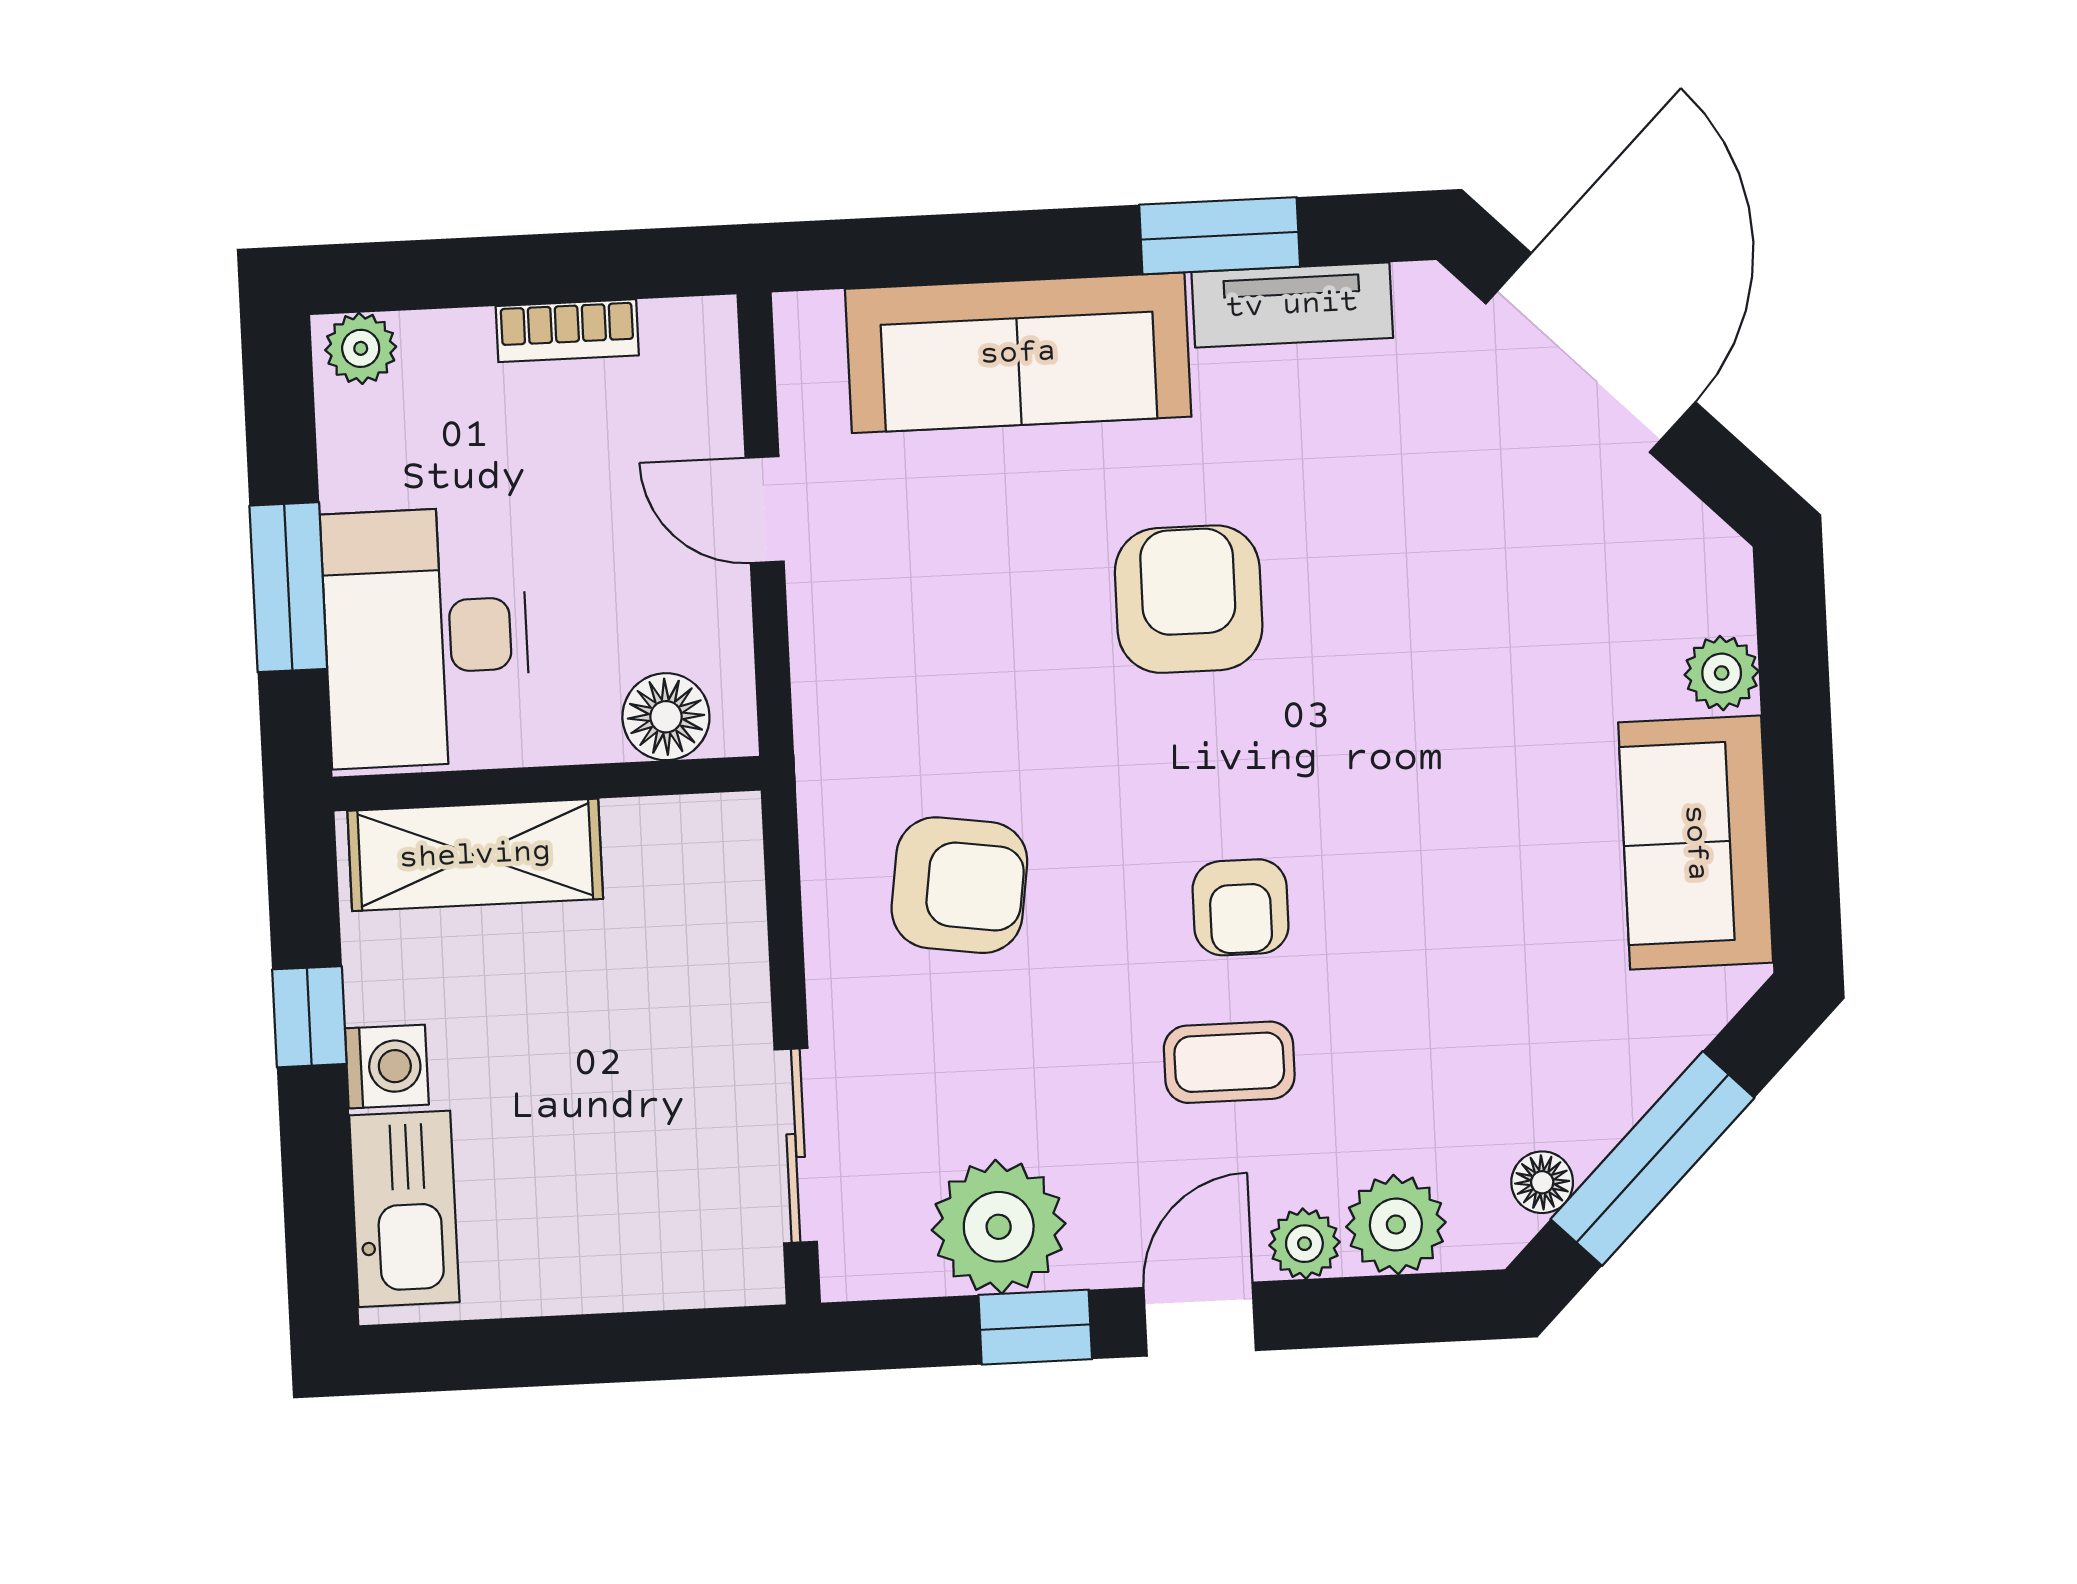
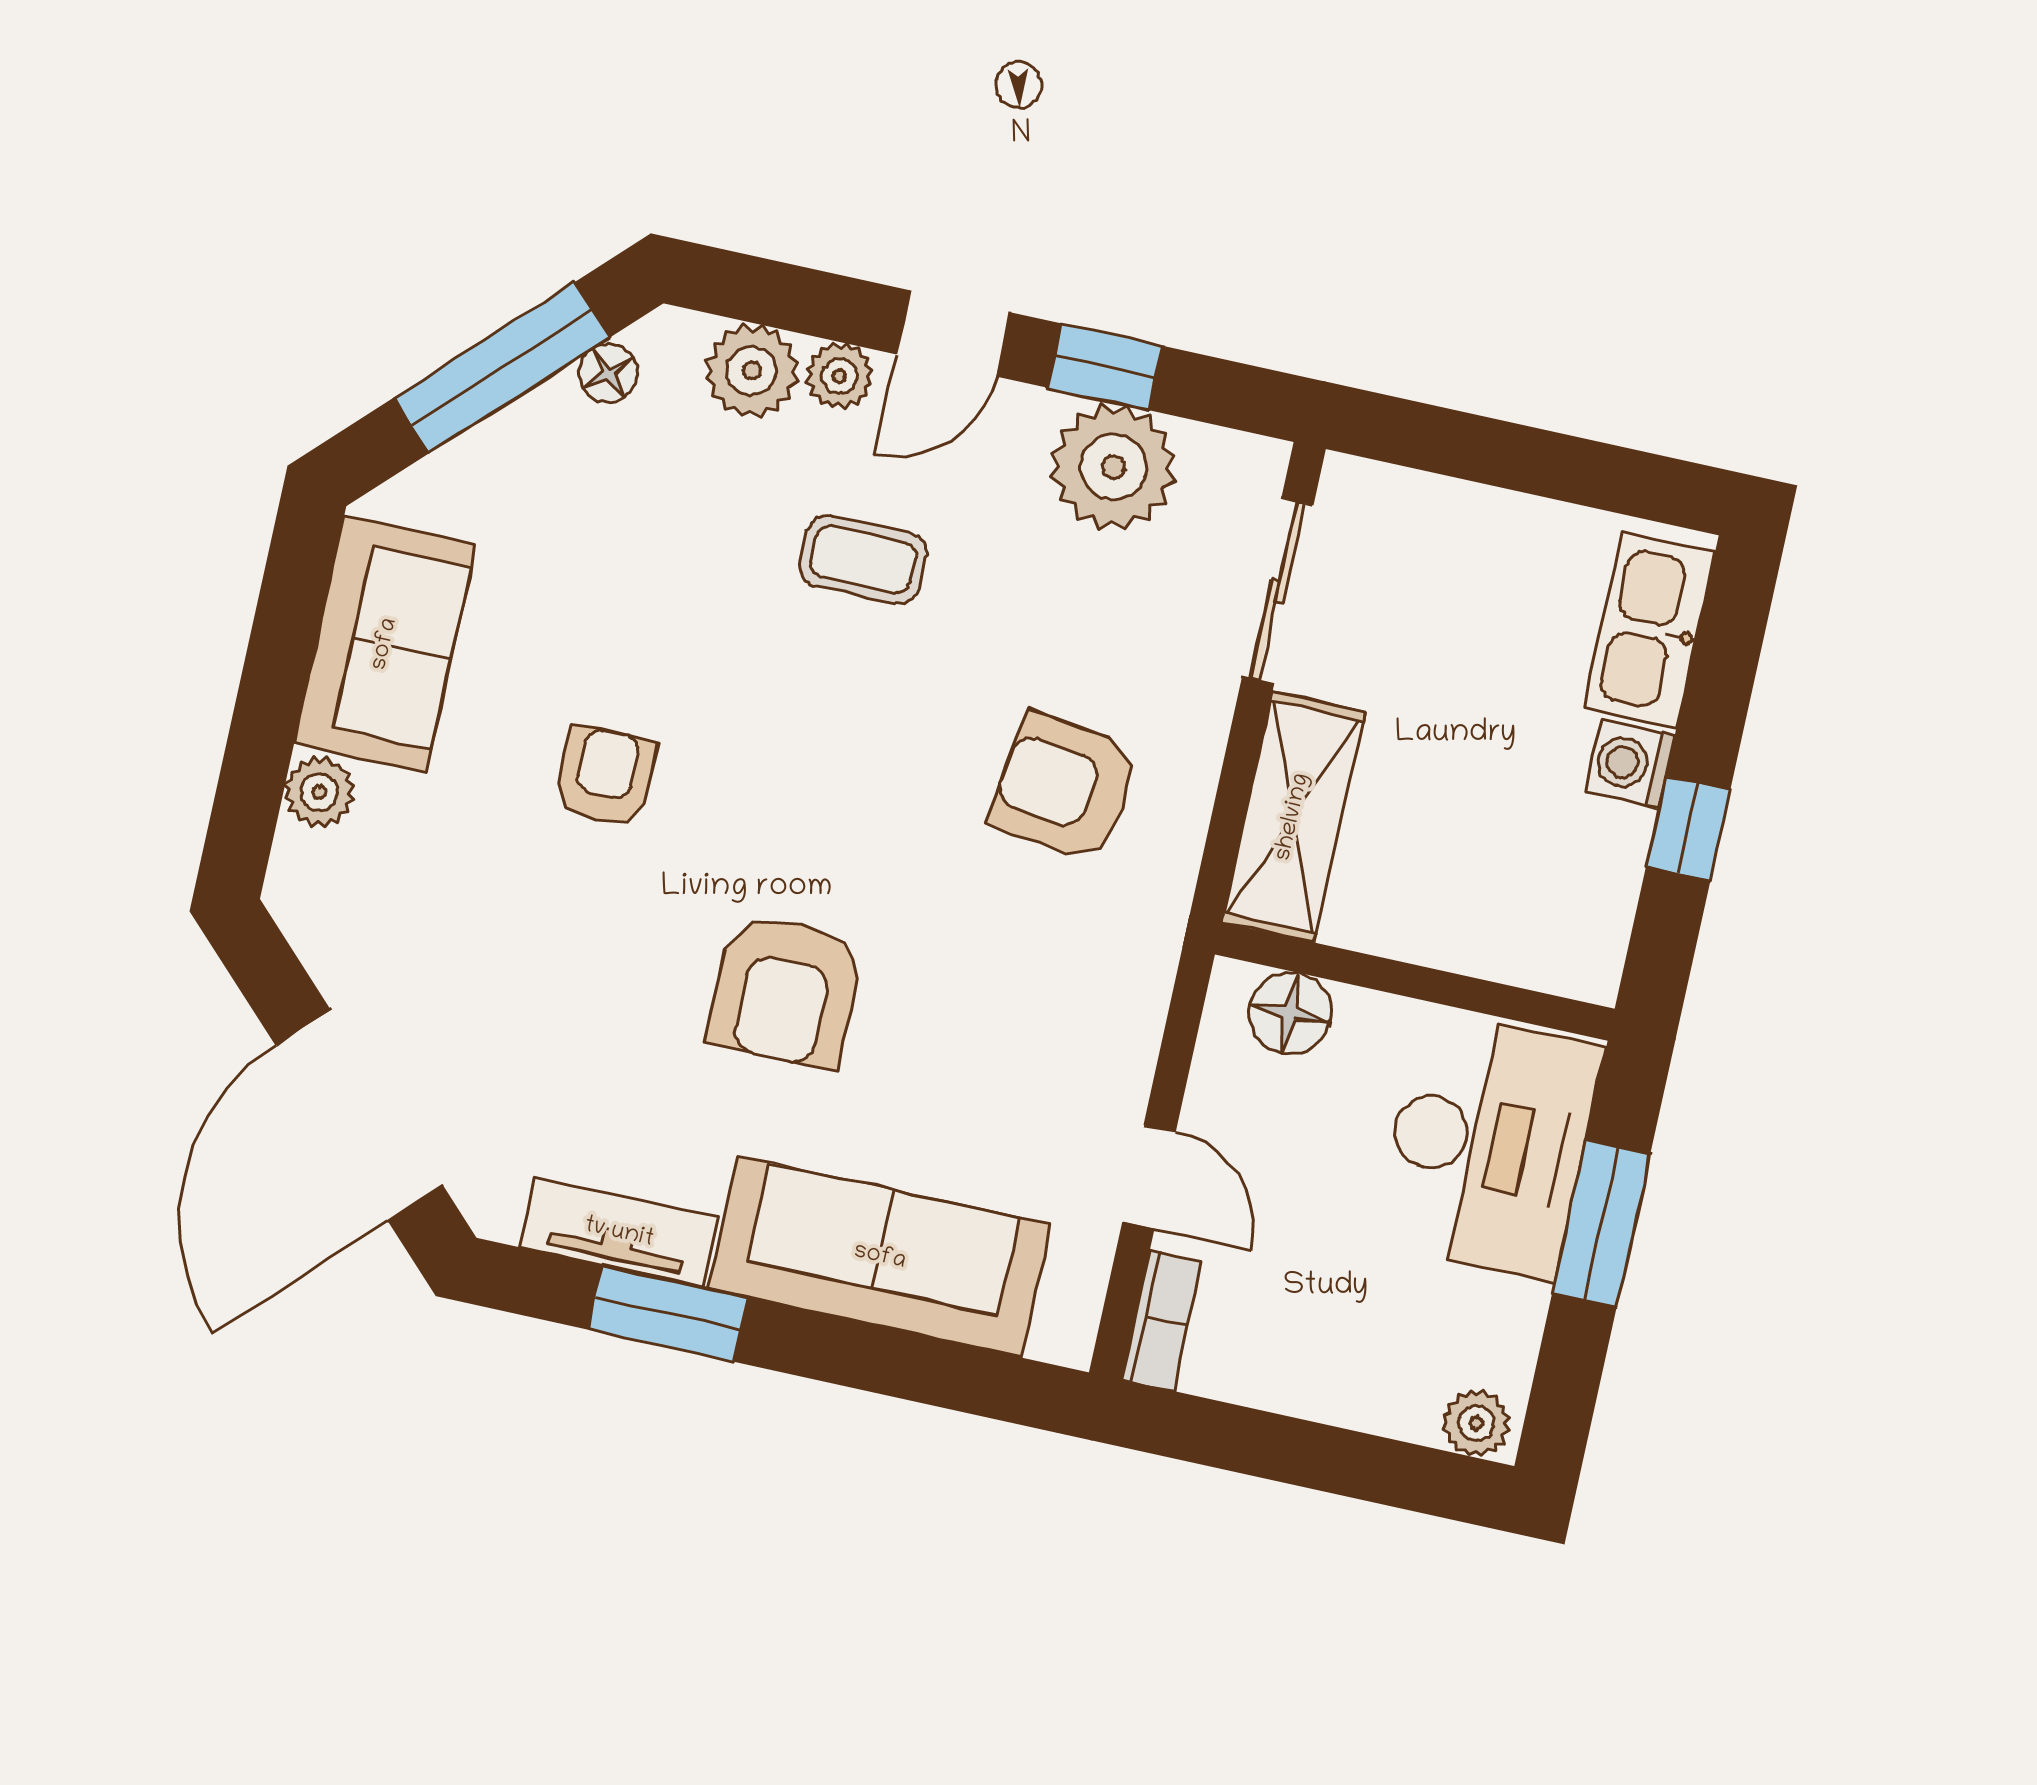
bookcase: (567, 331) -> (1161, 1321), moved, turned 90
shelving: (475, 855) -> (1293, 817), moved, turned 90
armchair: (1241, 907) -> (605, 776), moved

